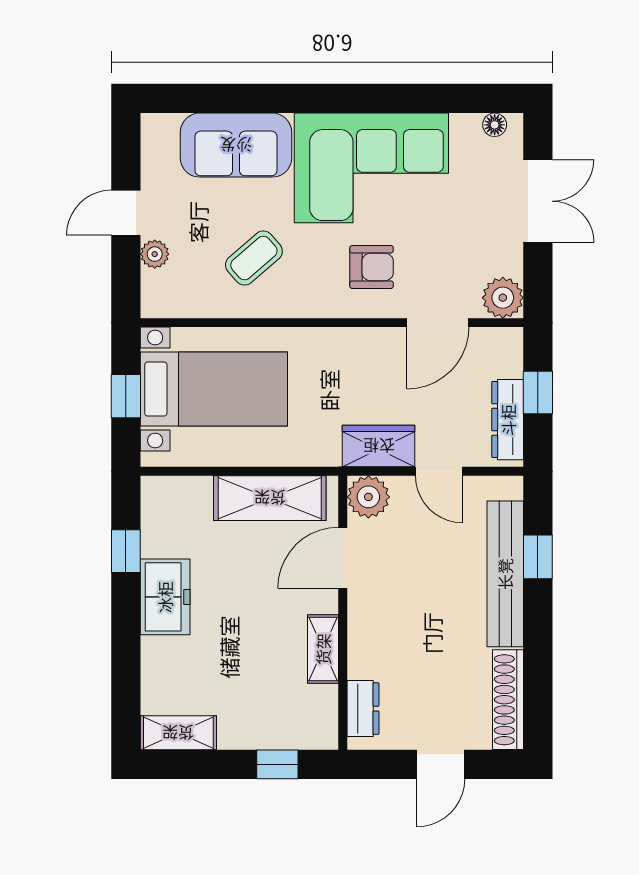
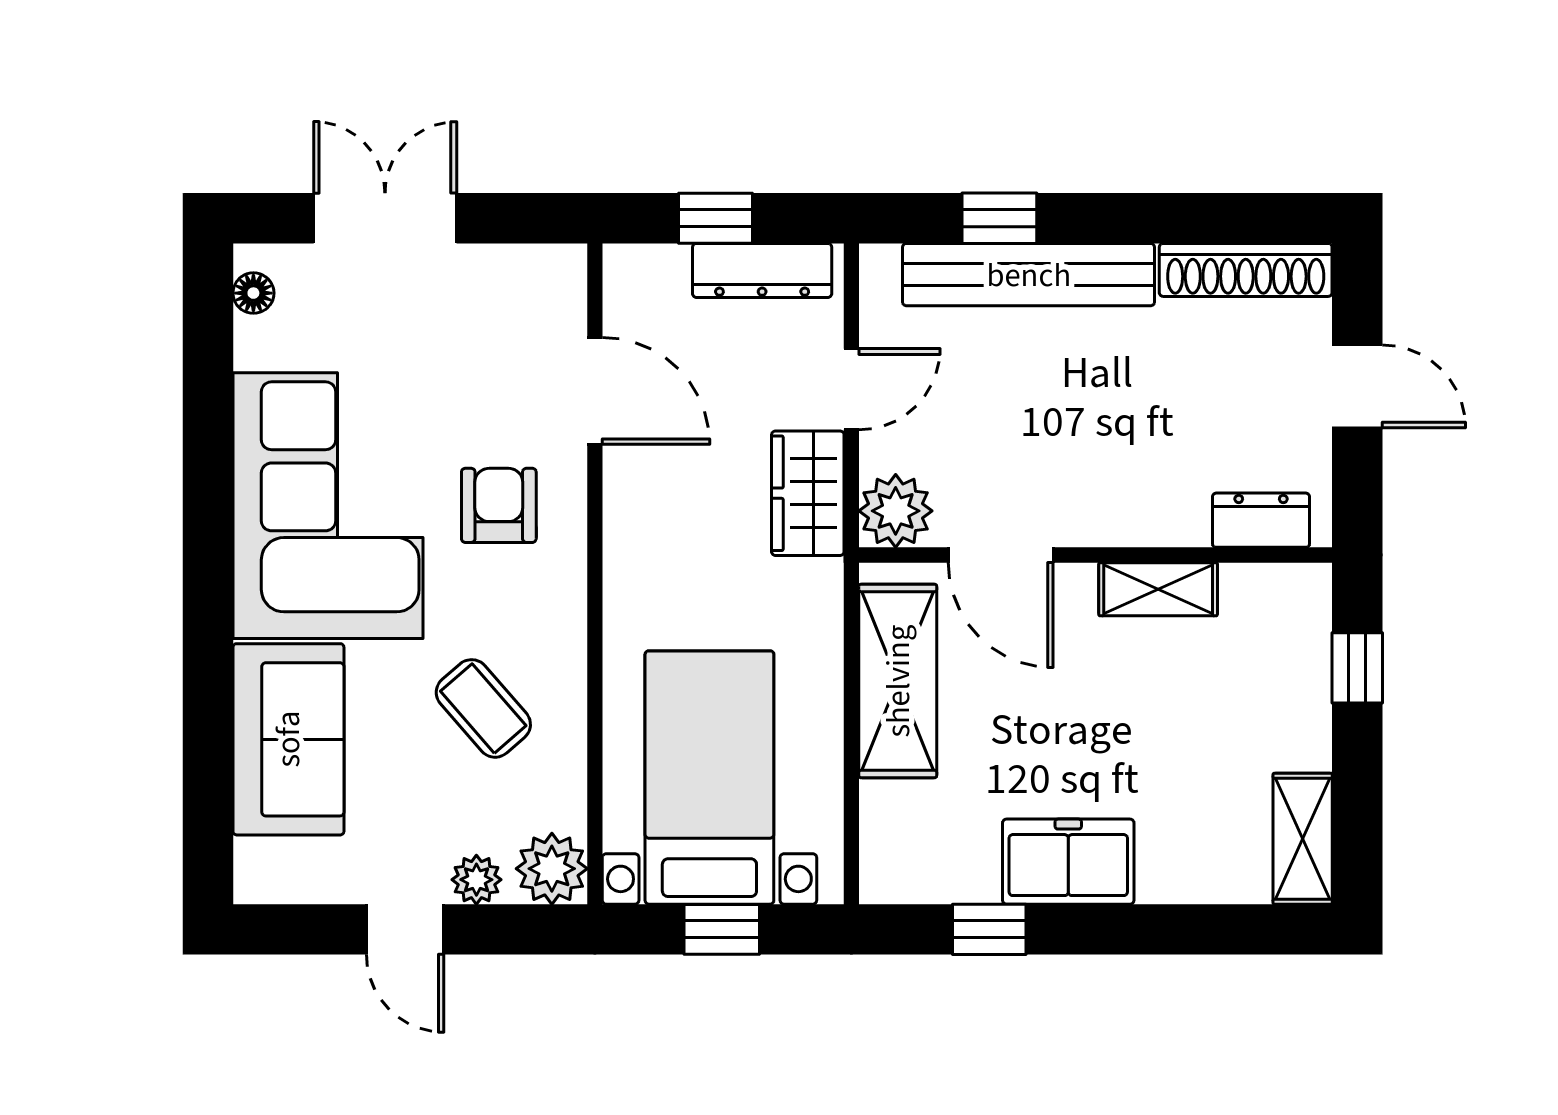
plant: (503, 298) -> (552, 869), moved

